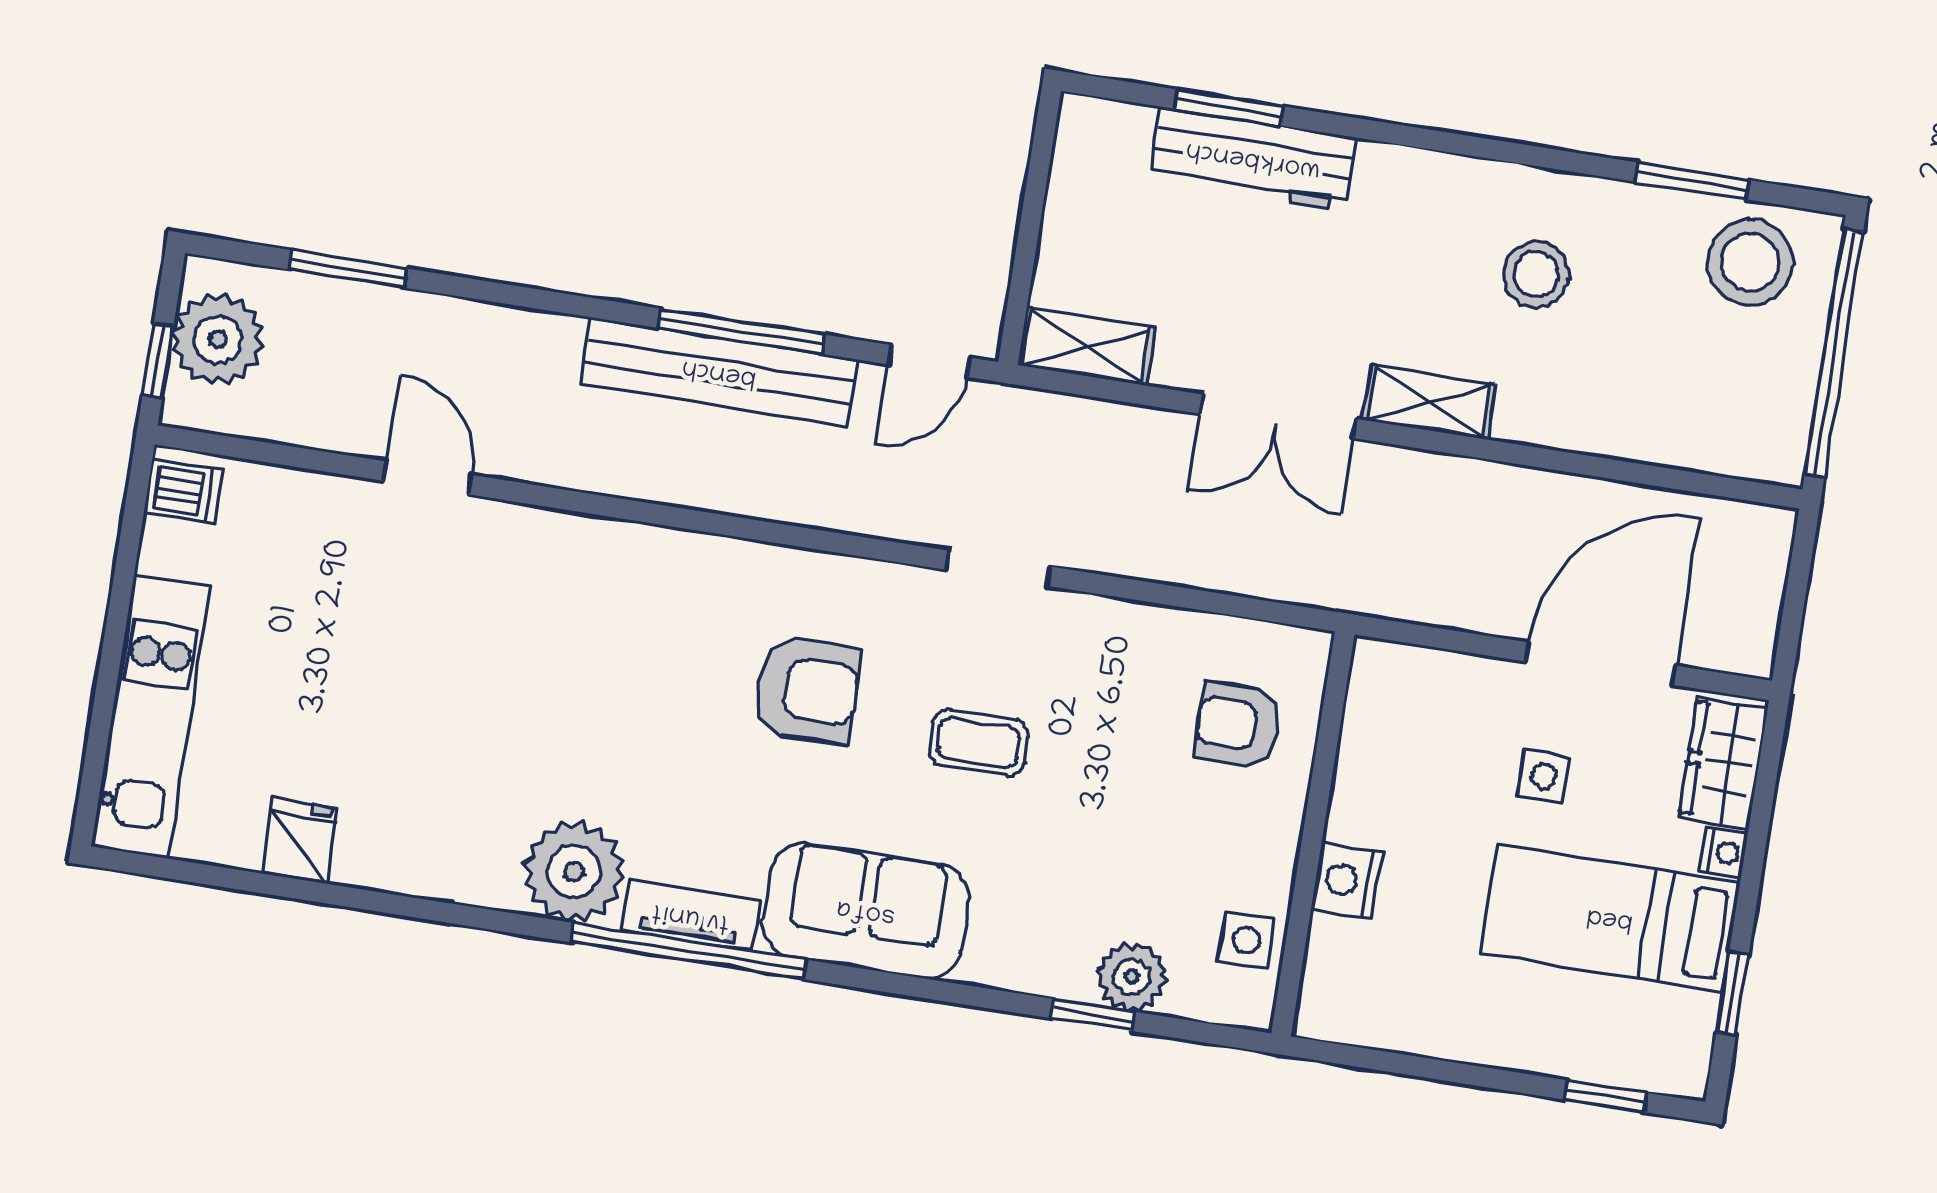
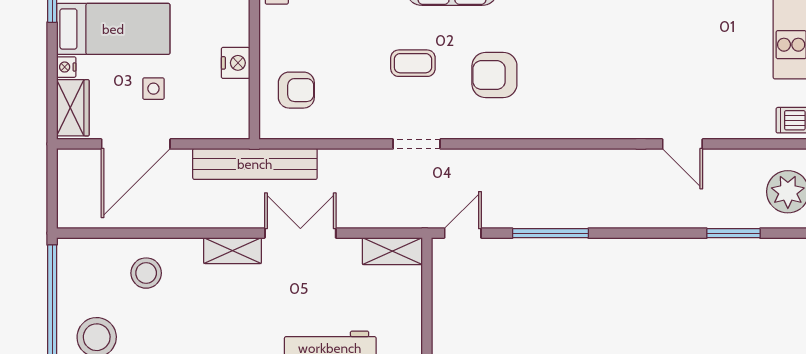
stool: (1536, 274) -> (146, 273), moved
bench: (719, 372) -> (255, 164), moved
nightstand: (1347, 881) -> (236, 63), moved

